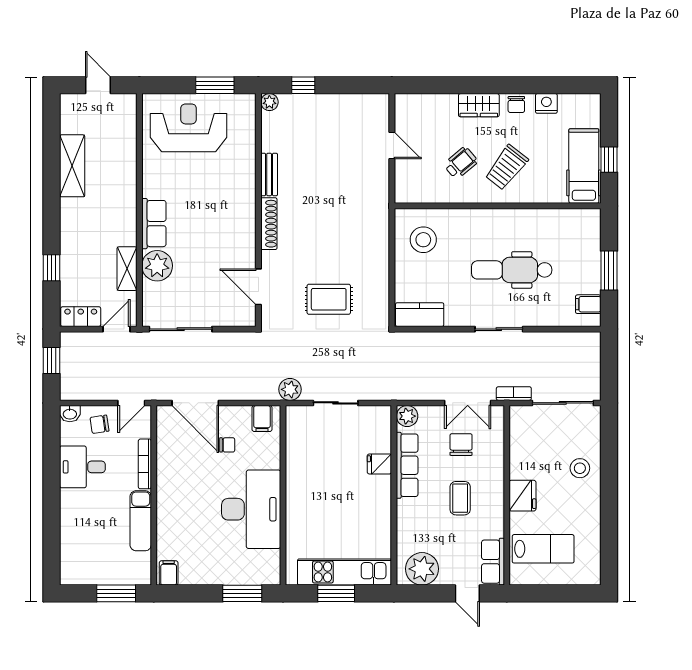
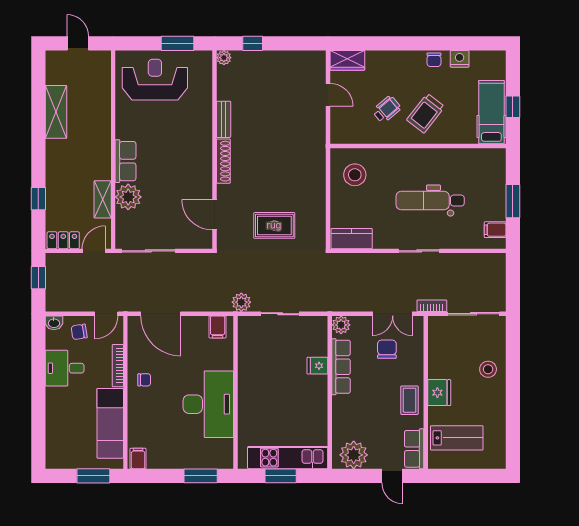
wardrobe: (479, 105) -> (347, 60), moved
chair: (227, 445) -> (144, 380), moved
coffee table: (460, 498) -> (409, 400), moved
exam couch: (141, 521) -> (110, 423), width x1.36, depth x1.45

